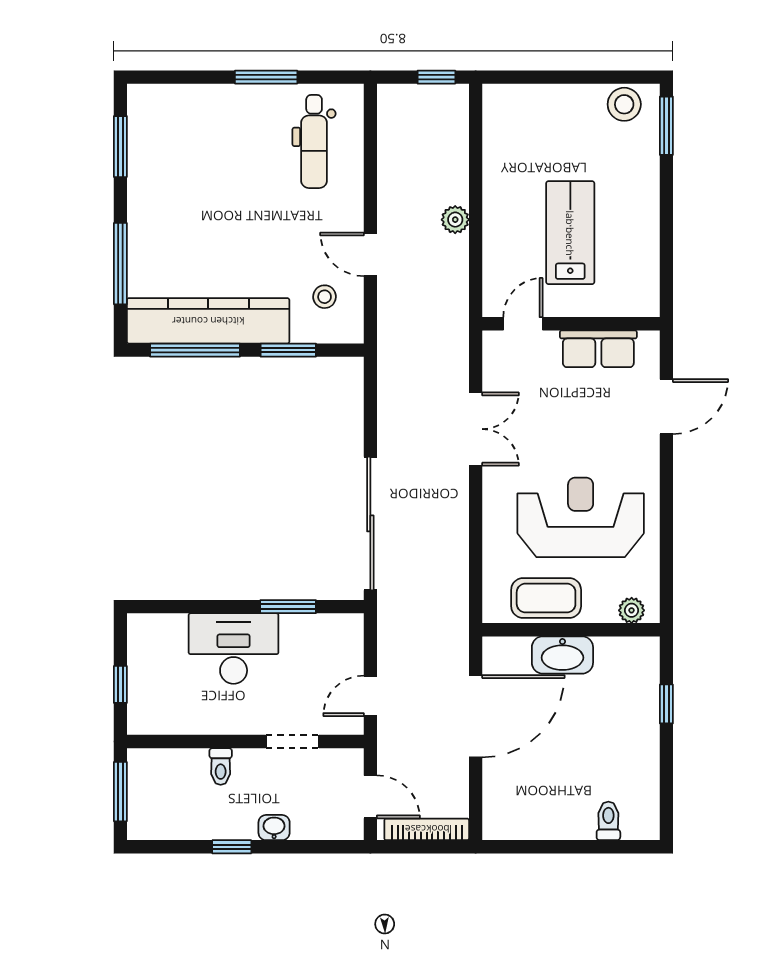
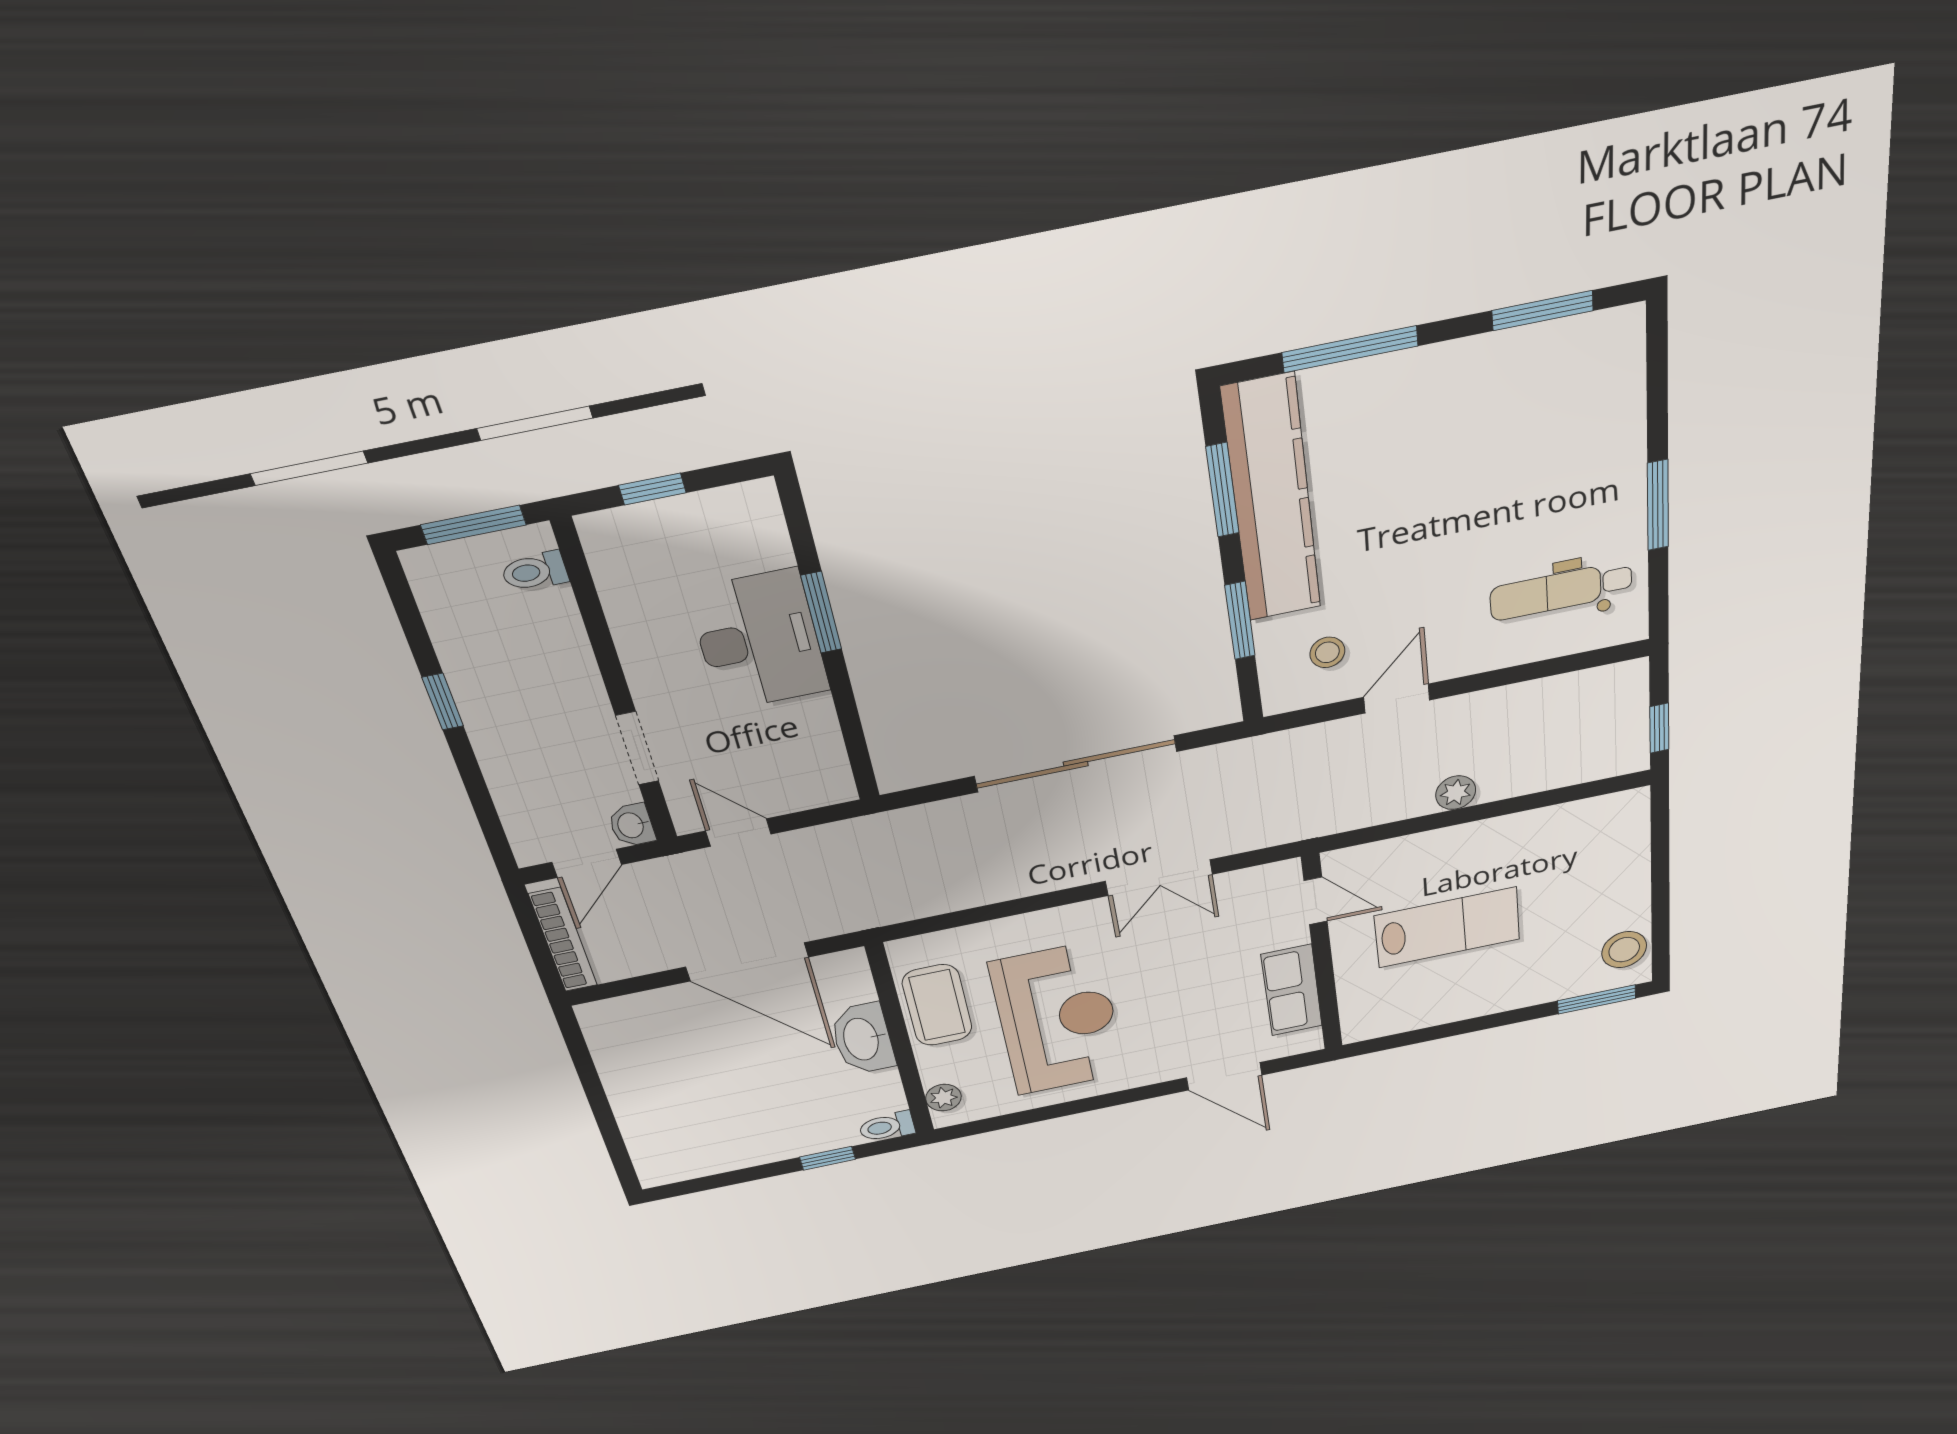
window: (195, 350) -> (1222, 490), width x0.69
sliding door: (370, 523) -> (1076, 764), moved
window: (288, 607) -> (821, 612), moved
toilet: (221, 766) -> (535, 571), moved
toilet: (608, 821) -> (887, 1127), moved, turned 180
washbasin: (274, 828) -> (632, 825), moved, turned 180

